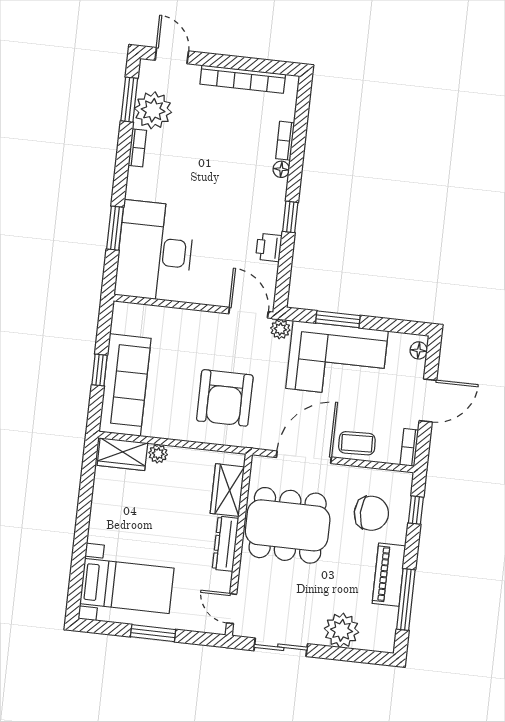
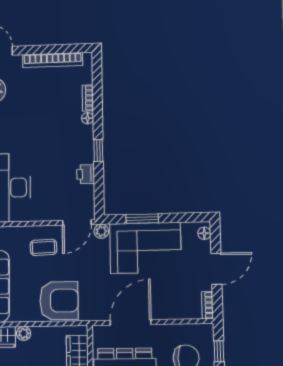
door: (248, 313) -> (77, 223), swing flipped
armchair: (225, 398) -> (59, 301), moved, turned -90
coffee table: (357, 443) -> (44, 247), moved

